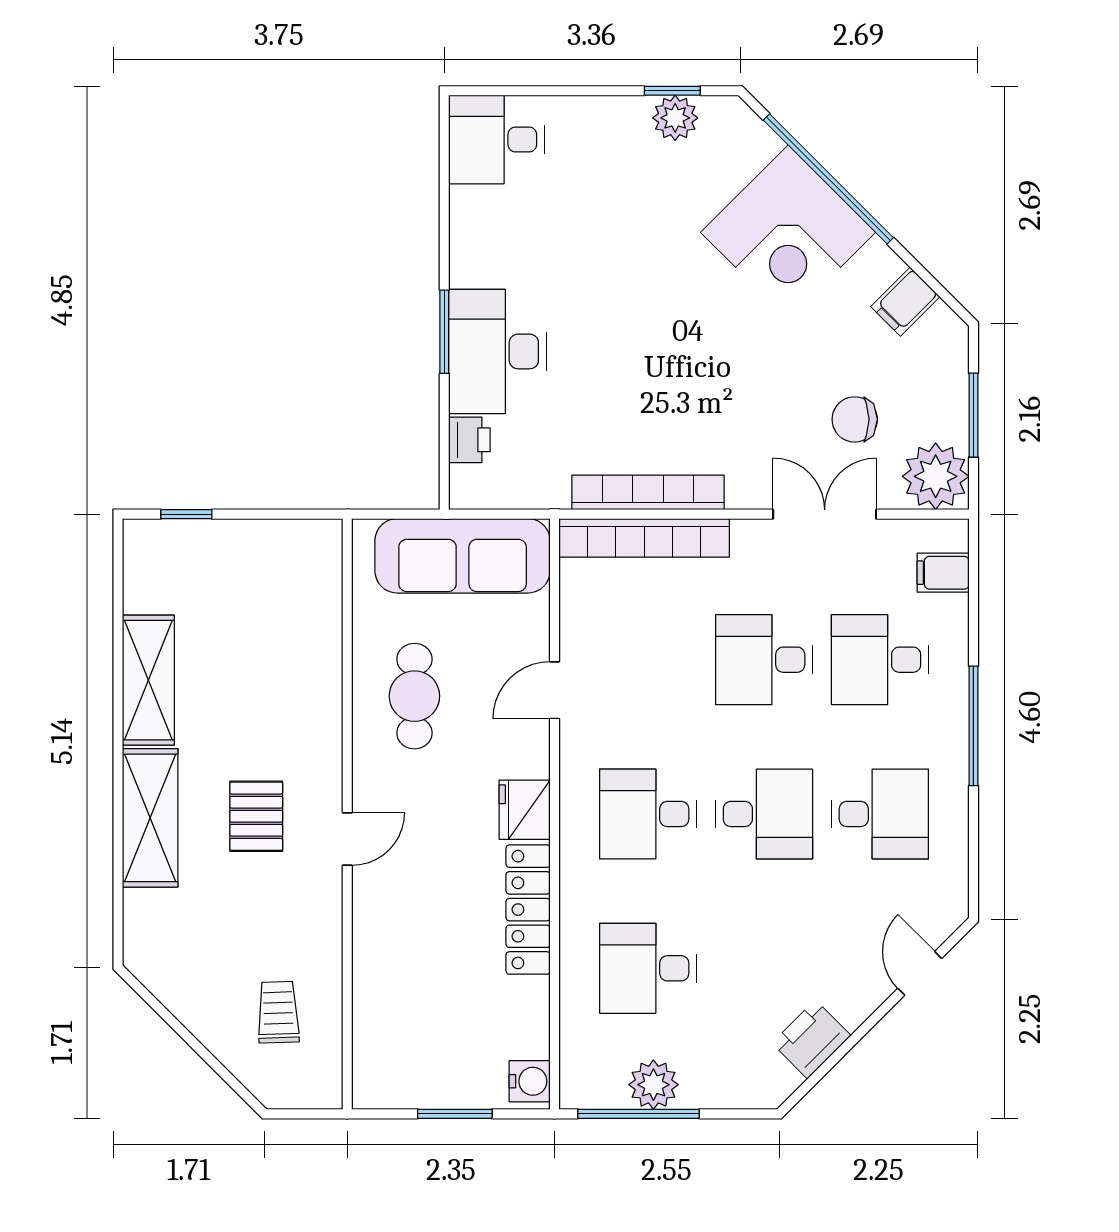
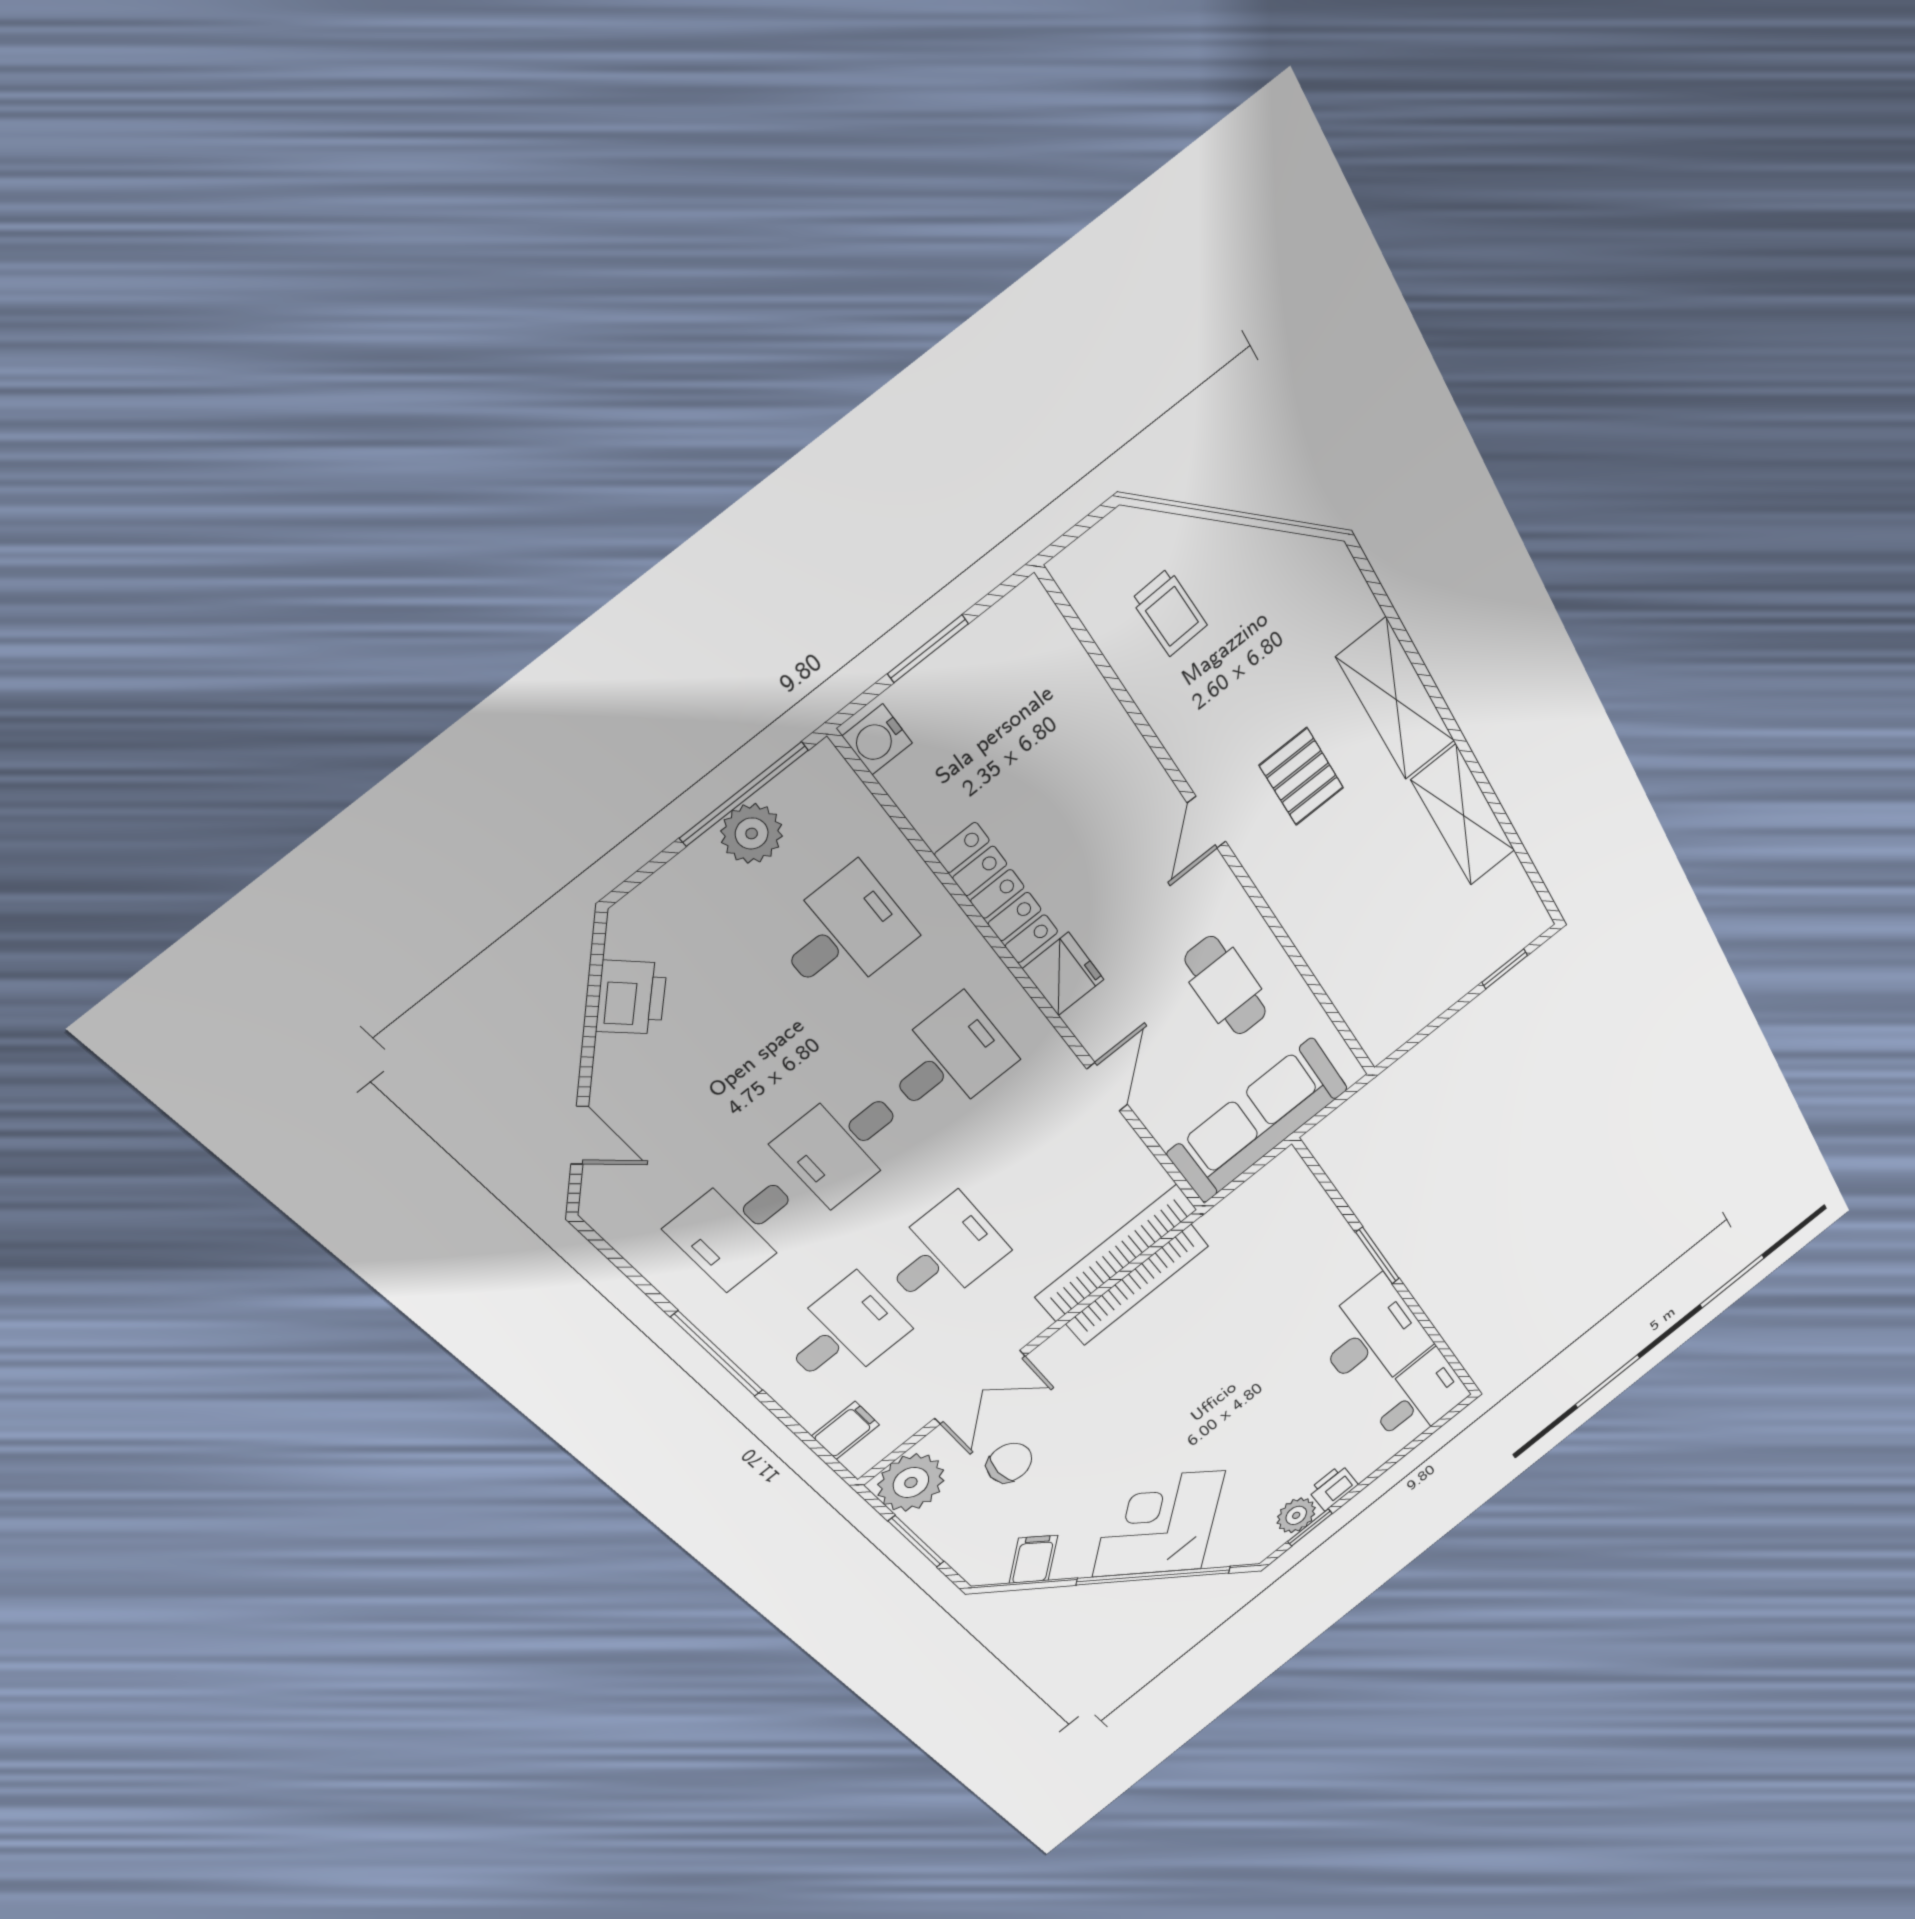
desk: (497, 351) -> (1372, 1337), moved
printer: (469, 440) -> (1333, 1487), moved, turned 90

